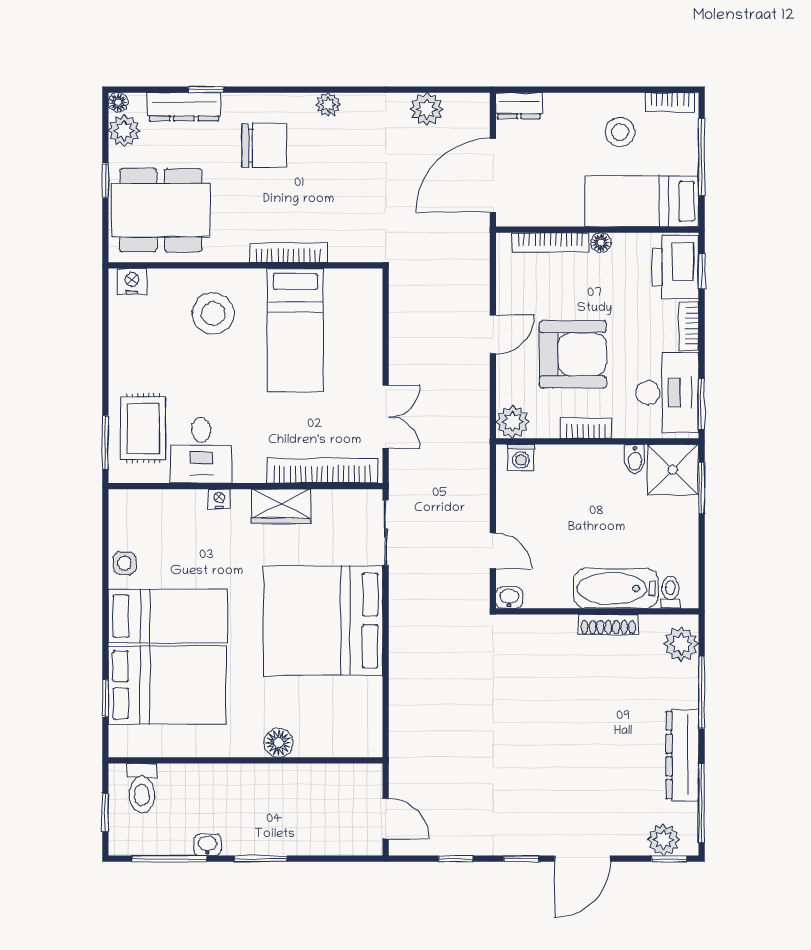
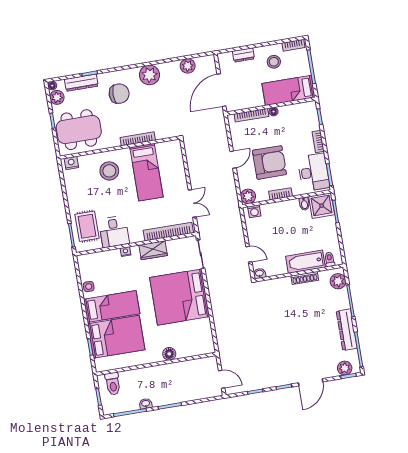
plant: (328, 105) -> (149, 75), width x1.87, depth x1.87
dresser: (519, 106) -> (243, 55), moved
printer: (676, 267) -> (308, 117), removed

